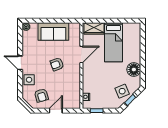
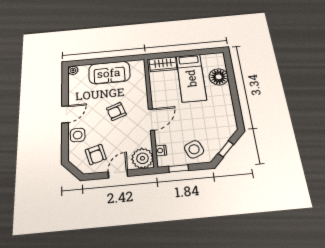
door: (81, 55) -> (151, 120), moved
door: (20, 63) -> (65, 114), swing flipped
floor lamp: (134, 70) -> (219, 77), moved
side table: (122, 91) -> (194, 149), moved
plant: (73, 101) -> (142, 158), added

